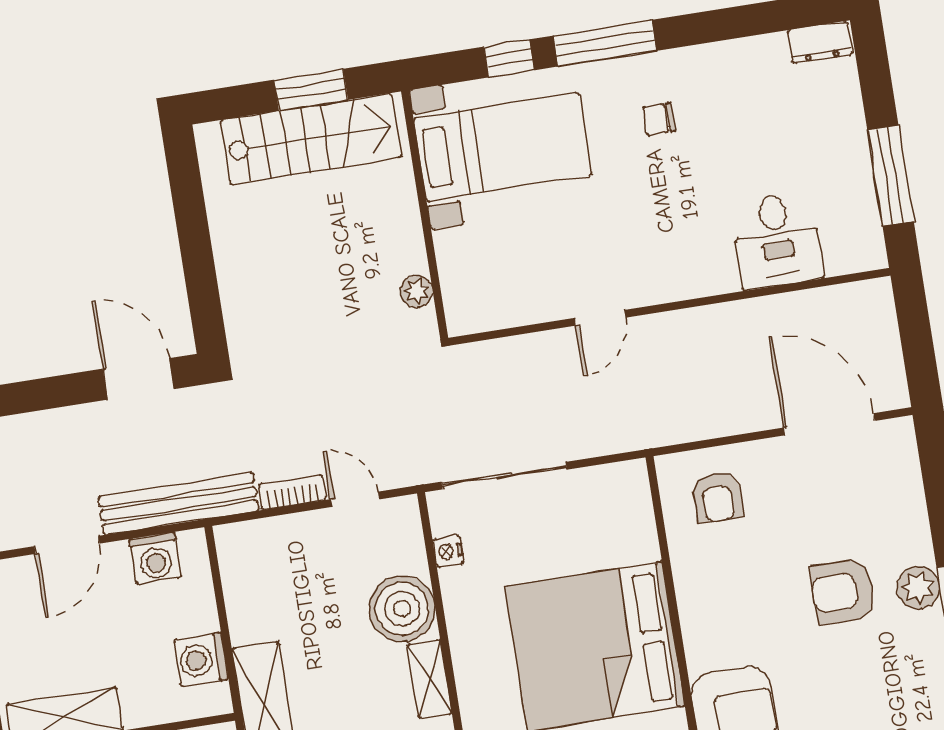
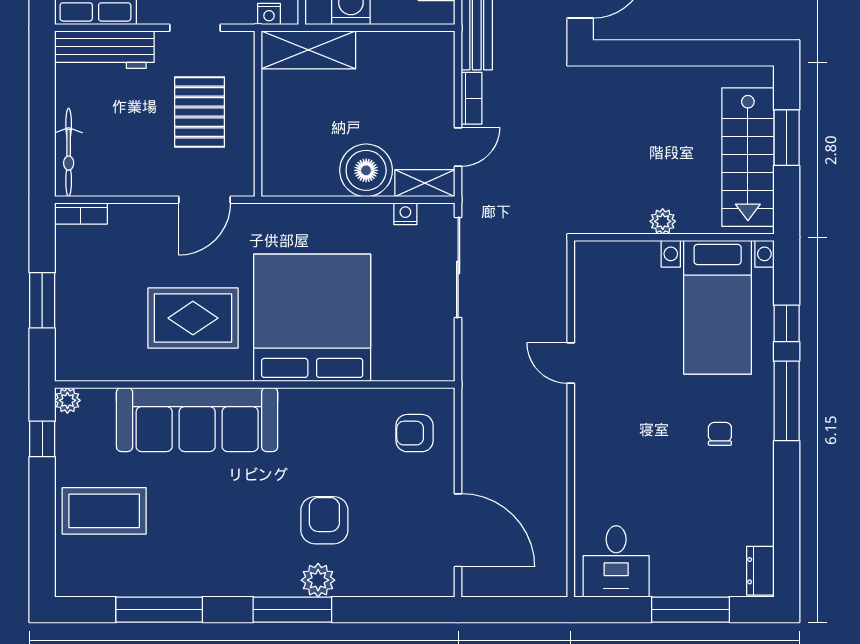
window: (311, 90) -> (787, 138), moved
window: (891, 176) -> (690, 610), moved
desk: (777, 240) -> (616, 561), moved, turned -90
plant: (416, 291) -> (663, 221), moved
door: (829, 424) -> (458, 530), hinge flipped
shelving: (429, 679) -> (425, 183), moved

